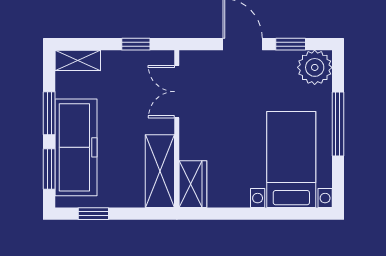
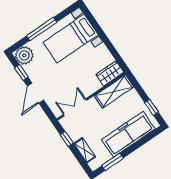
shelving: (78, 60) -> (85, 150), moved
double door: (177, 92) -> (75, 107), swing flipped
window: (49, 113) -> (113, 162), moved
window: (49, 169) -> (145, 139), removed

